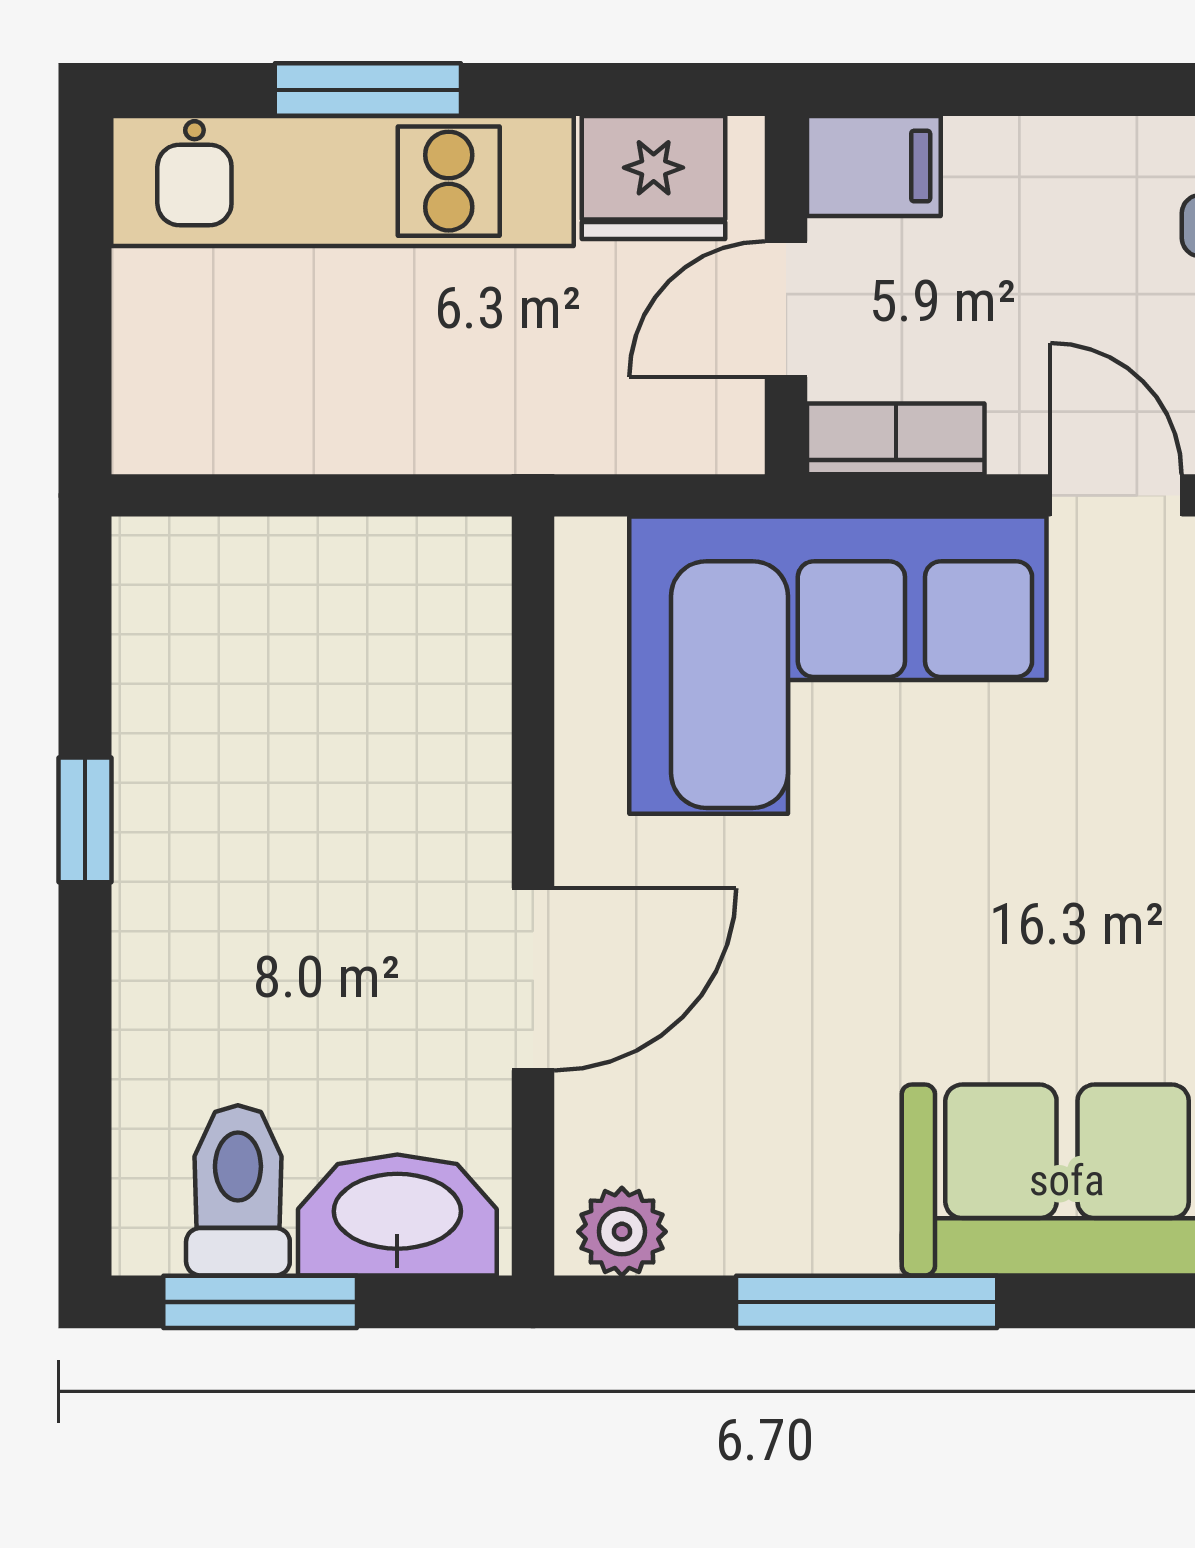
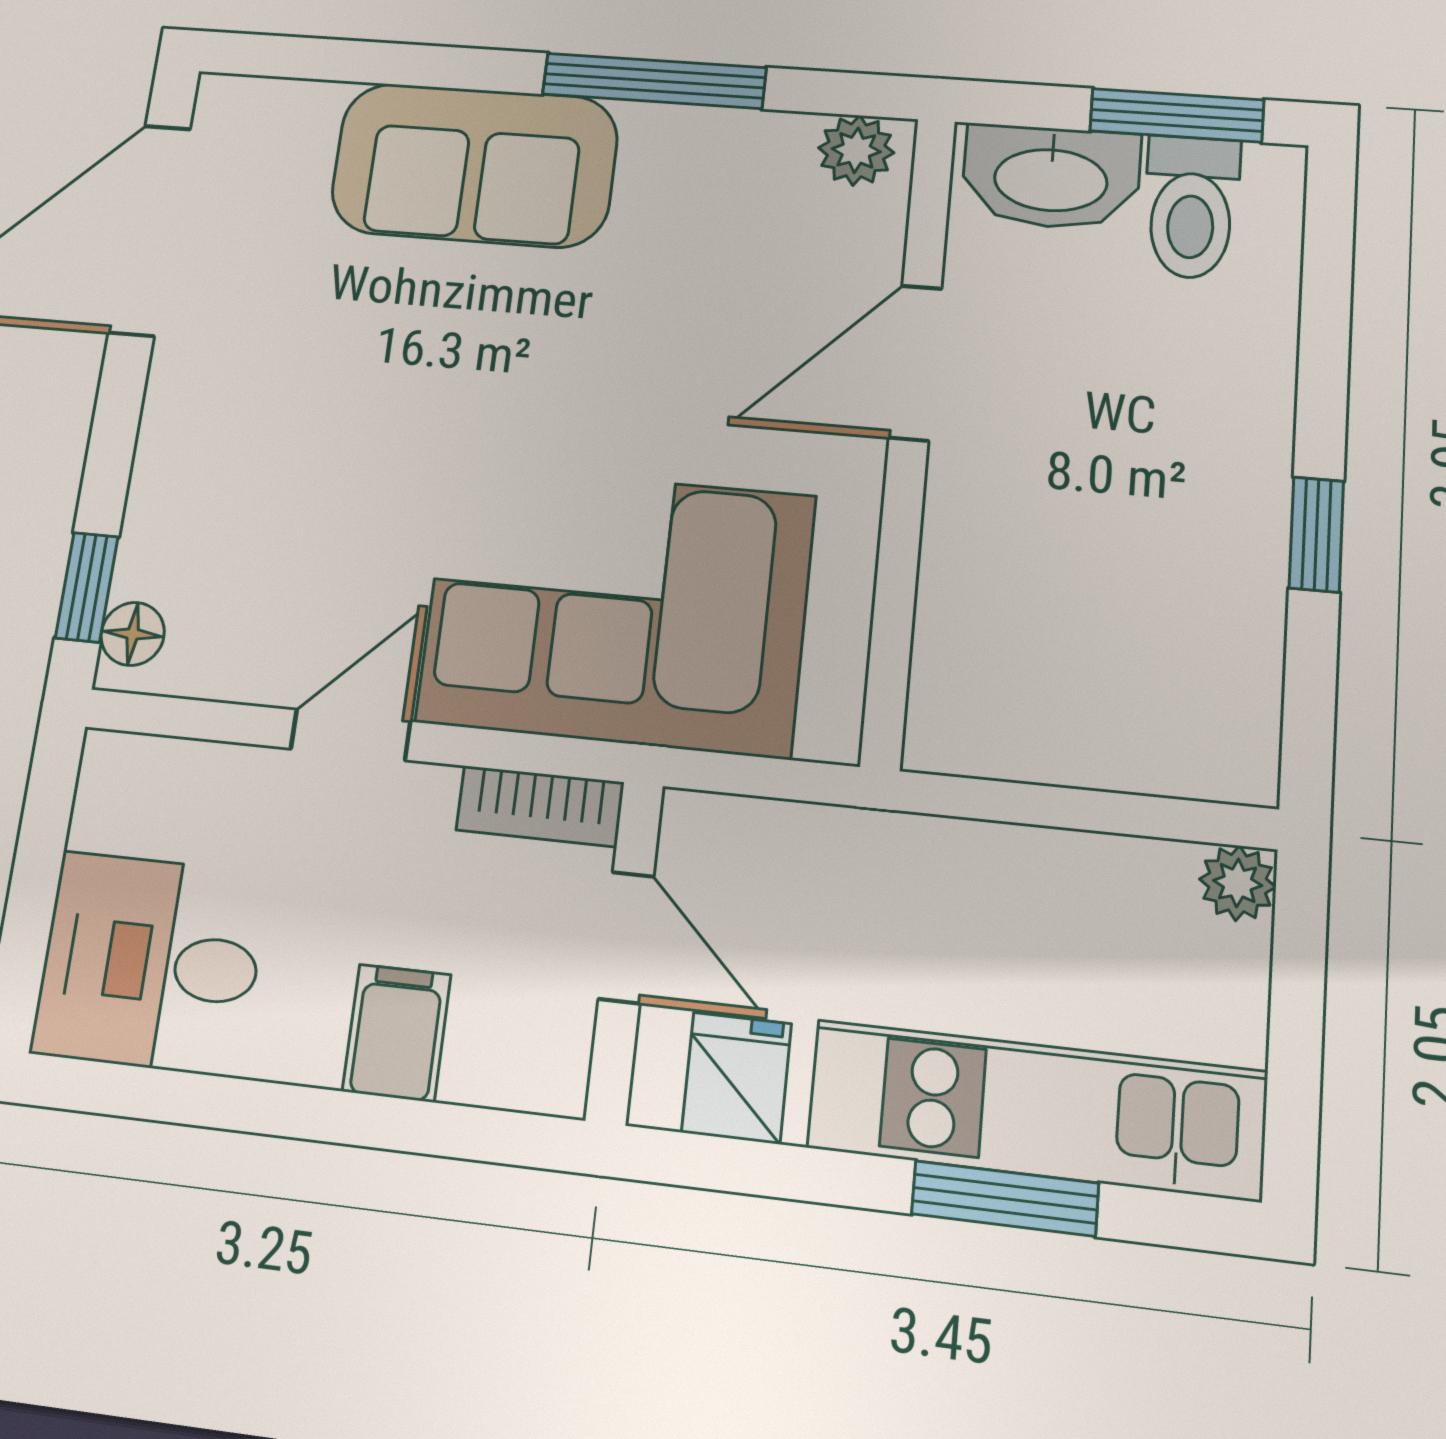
filing cabinet: (874, 166) -> (397, 1033), moved, turned 90
fridge: (654, 178) -> (737, 1078), width x0.72
door: (786, 309) -> (626, 937), hinge flipped
plant: (151, 435) -> (1238, 883), added
door: (1116, 495) -> (351, 735), swing flipped

